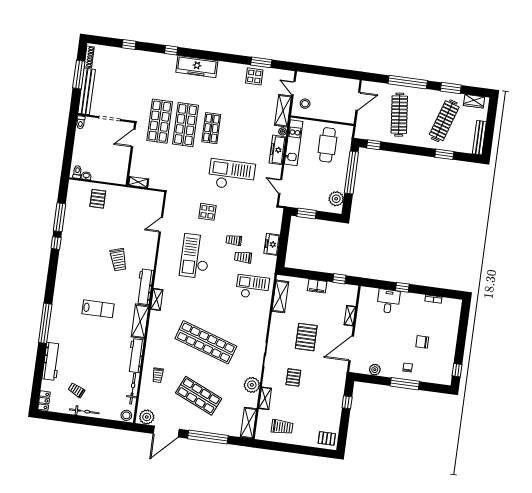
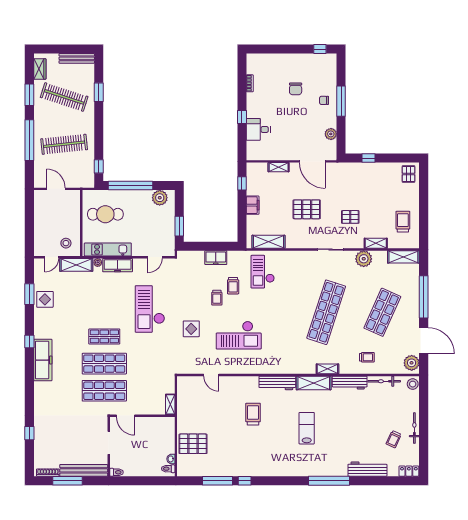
window: (171, 50) -> (29, 341), moved
pallet: (98, 199) -> (193, 444), width x1.50, depth x1.42
trolley: (118, 260) -> (253, 414), turned -72
shelving: (157, 299) -> (327, 369), moved

